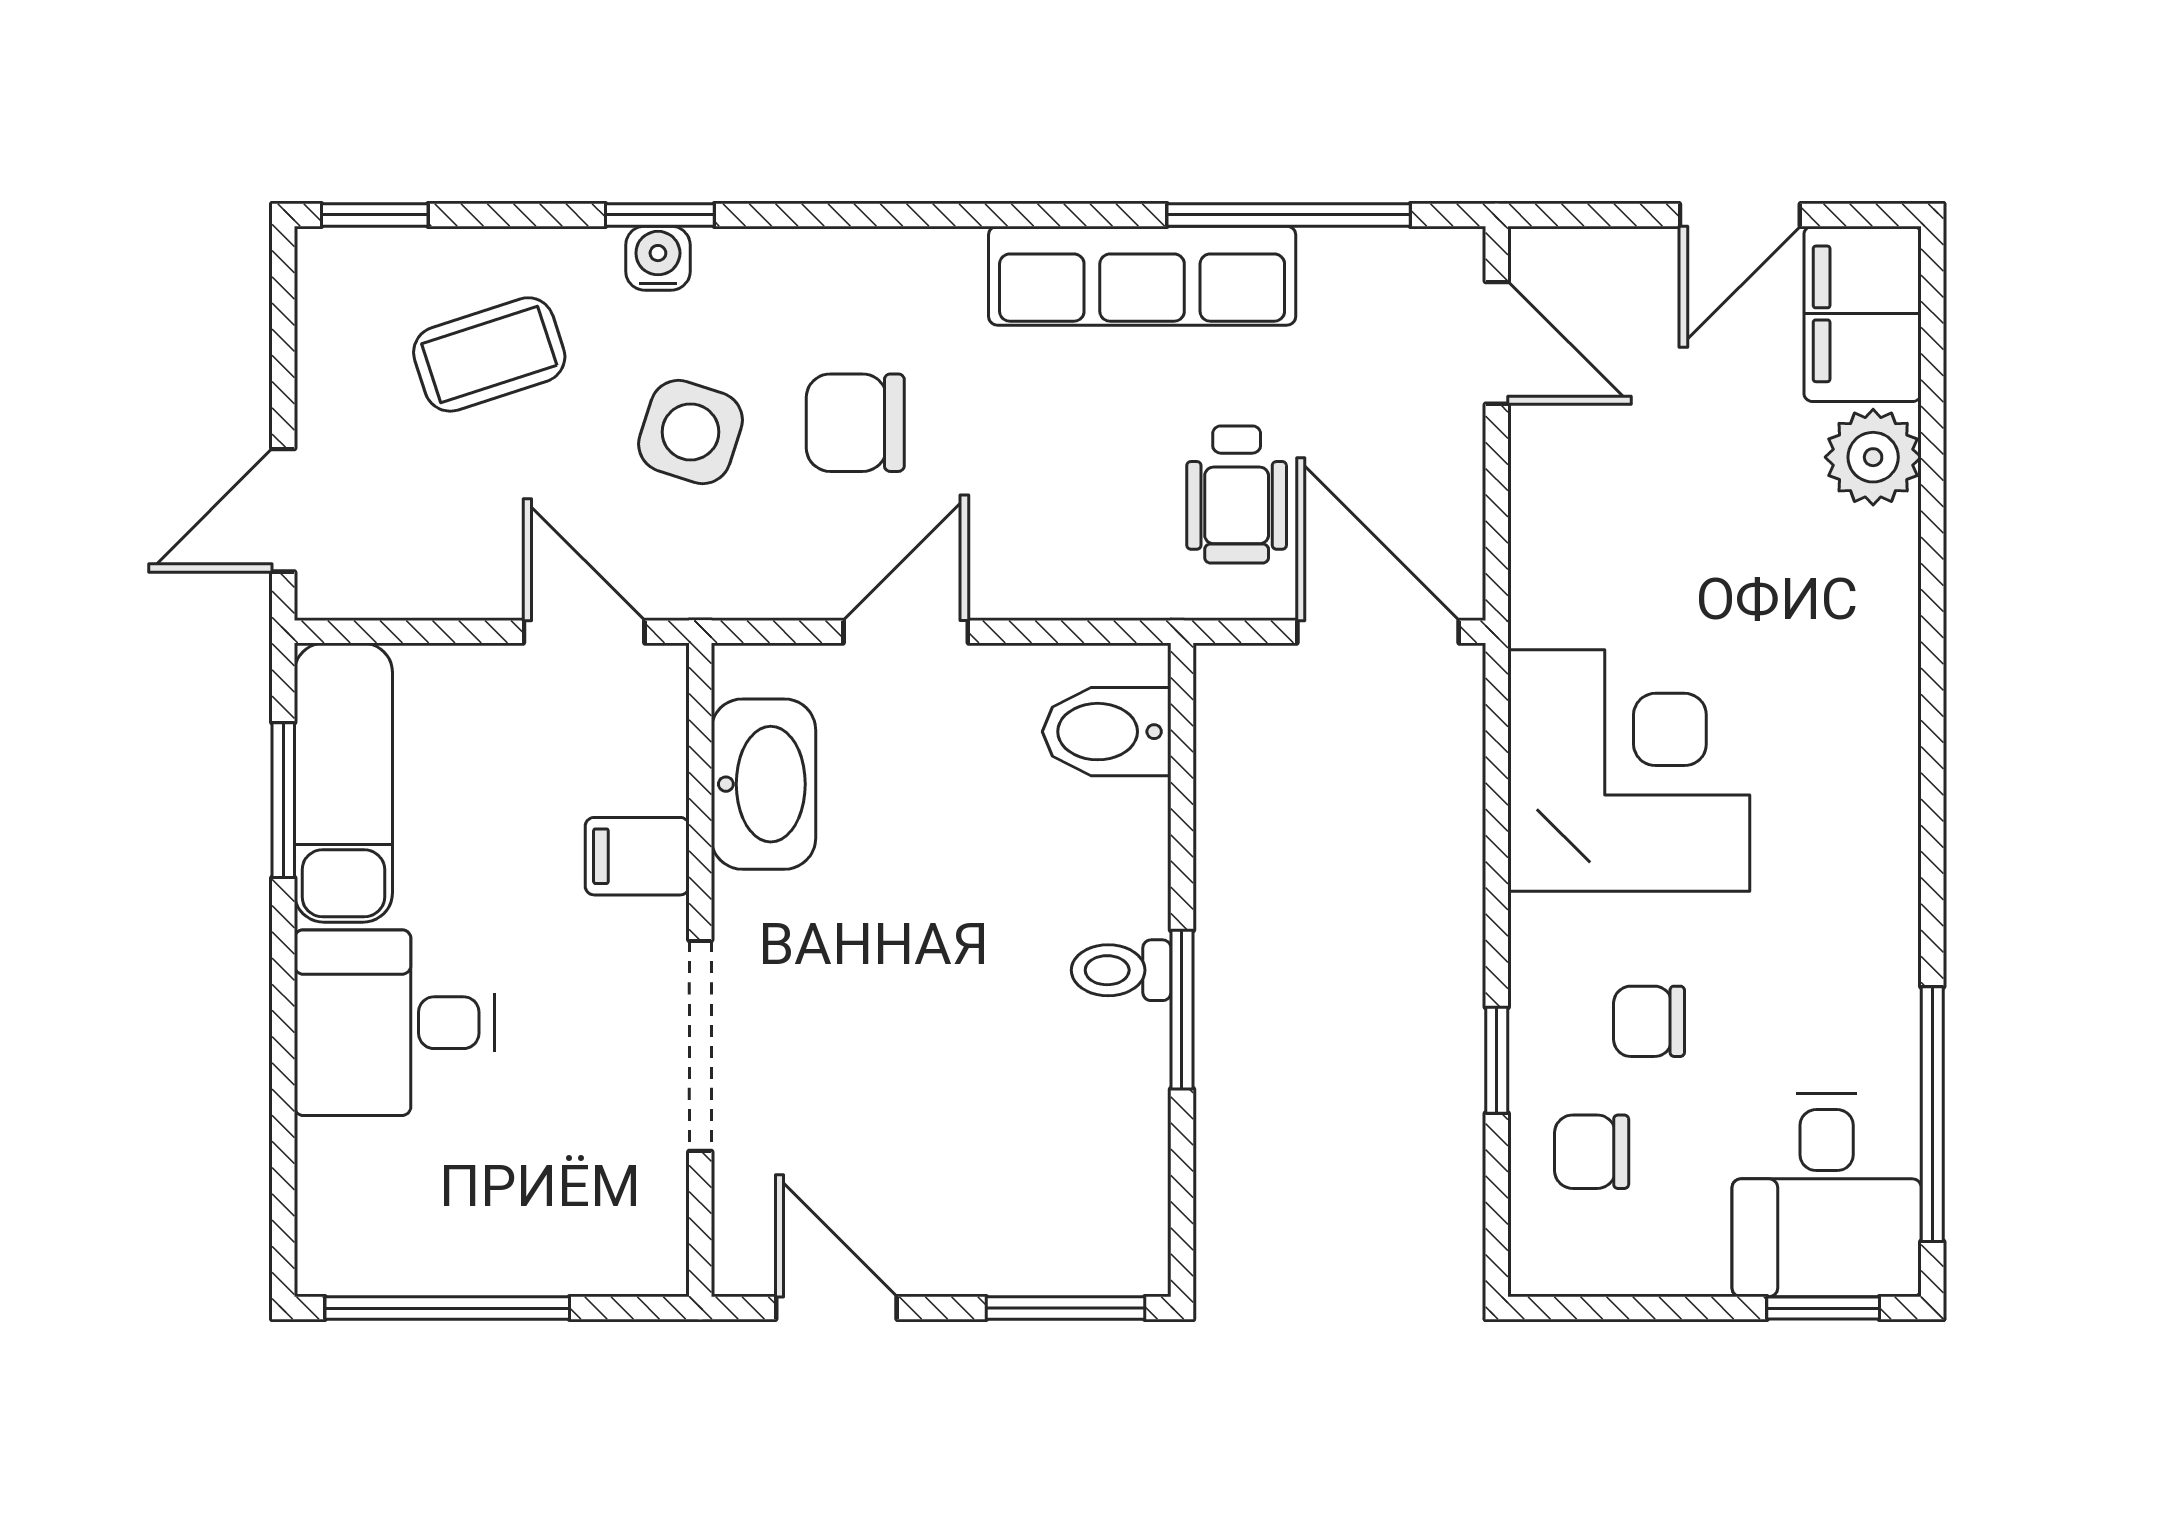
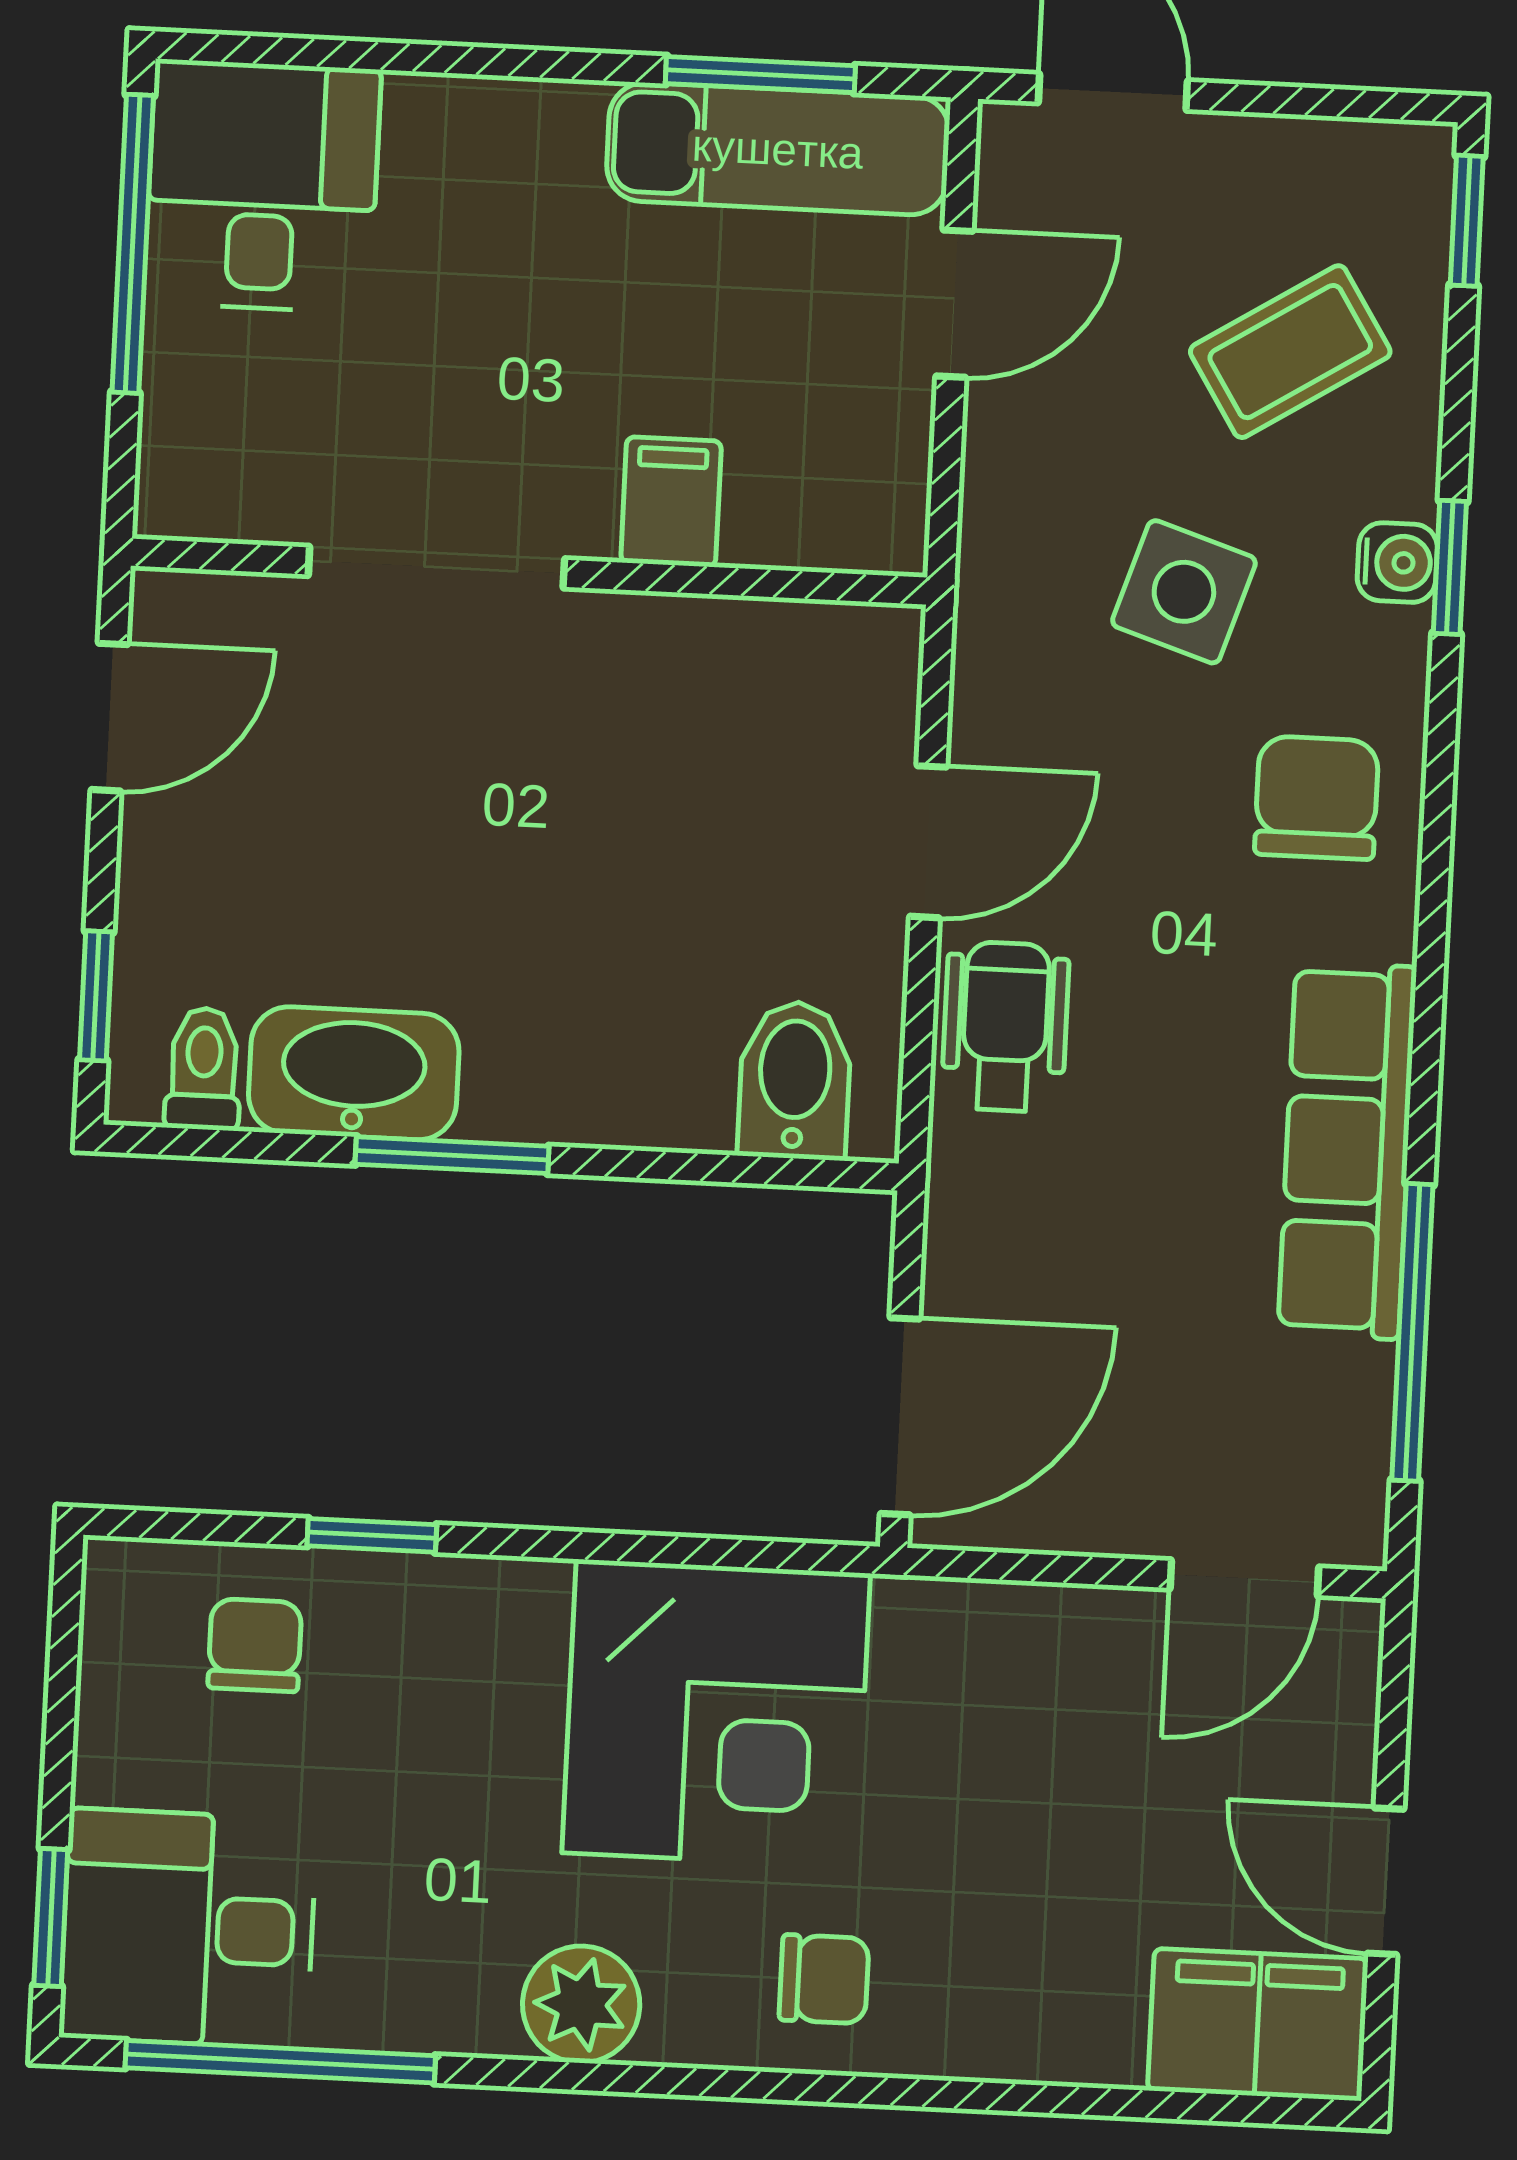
coffee table: (489, 354) -> (1290, 352), turned 76
chair: (855, 423) -> (1317, 798), moved
plant: (1873, 457) -> (581, 2004), moved
wheelchair: (1237, 494) -> (1005, 1027), moved, turned 90
door: (584, 632) -> (954, 304), moved
door: (906, 632) -> (928, 842), hinge flipped
washbasin: (763, 784) -> (354, 1073), moved, turned 180
toilet: (1121, 970) -> (204, 1069), moved
chair: (1649, 1021) -> (824, 1979), moved, turned 90
desk: (395, 1023) -> (262, 186), moved
window: (1066, 1308) -> (96, 996), width x0.67

